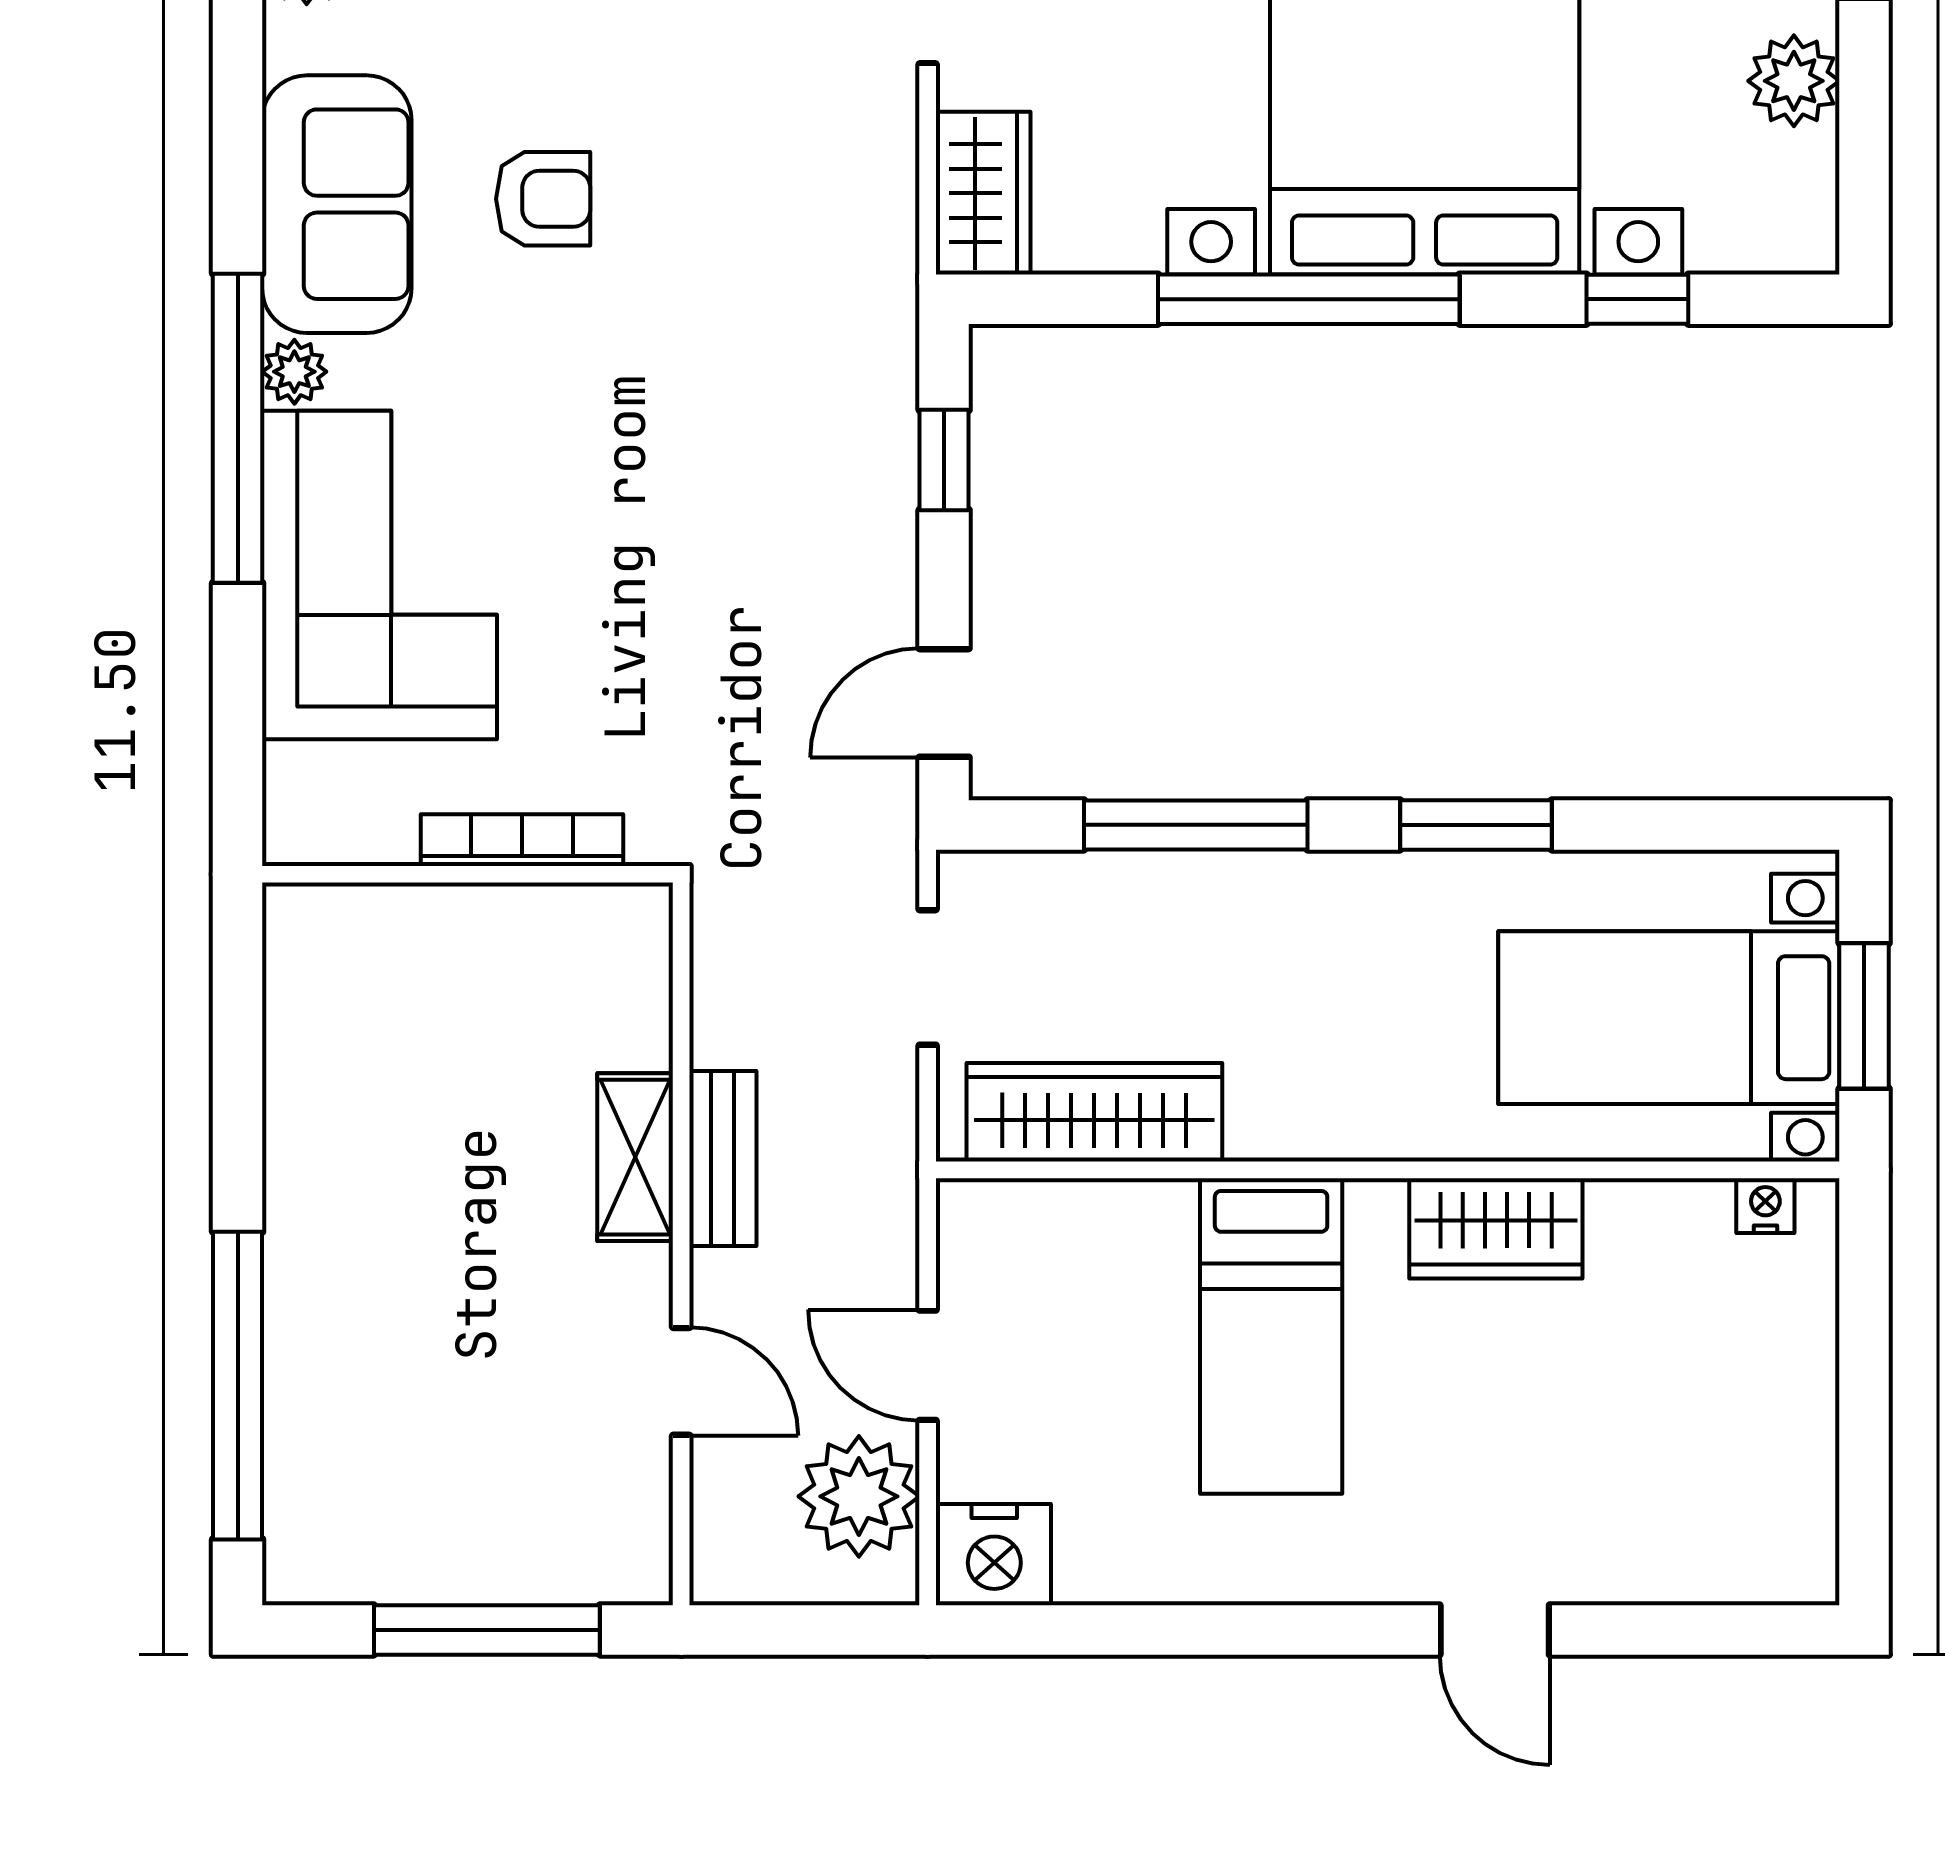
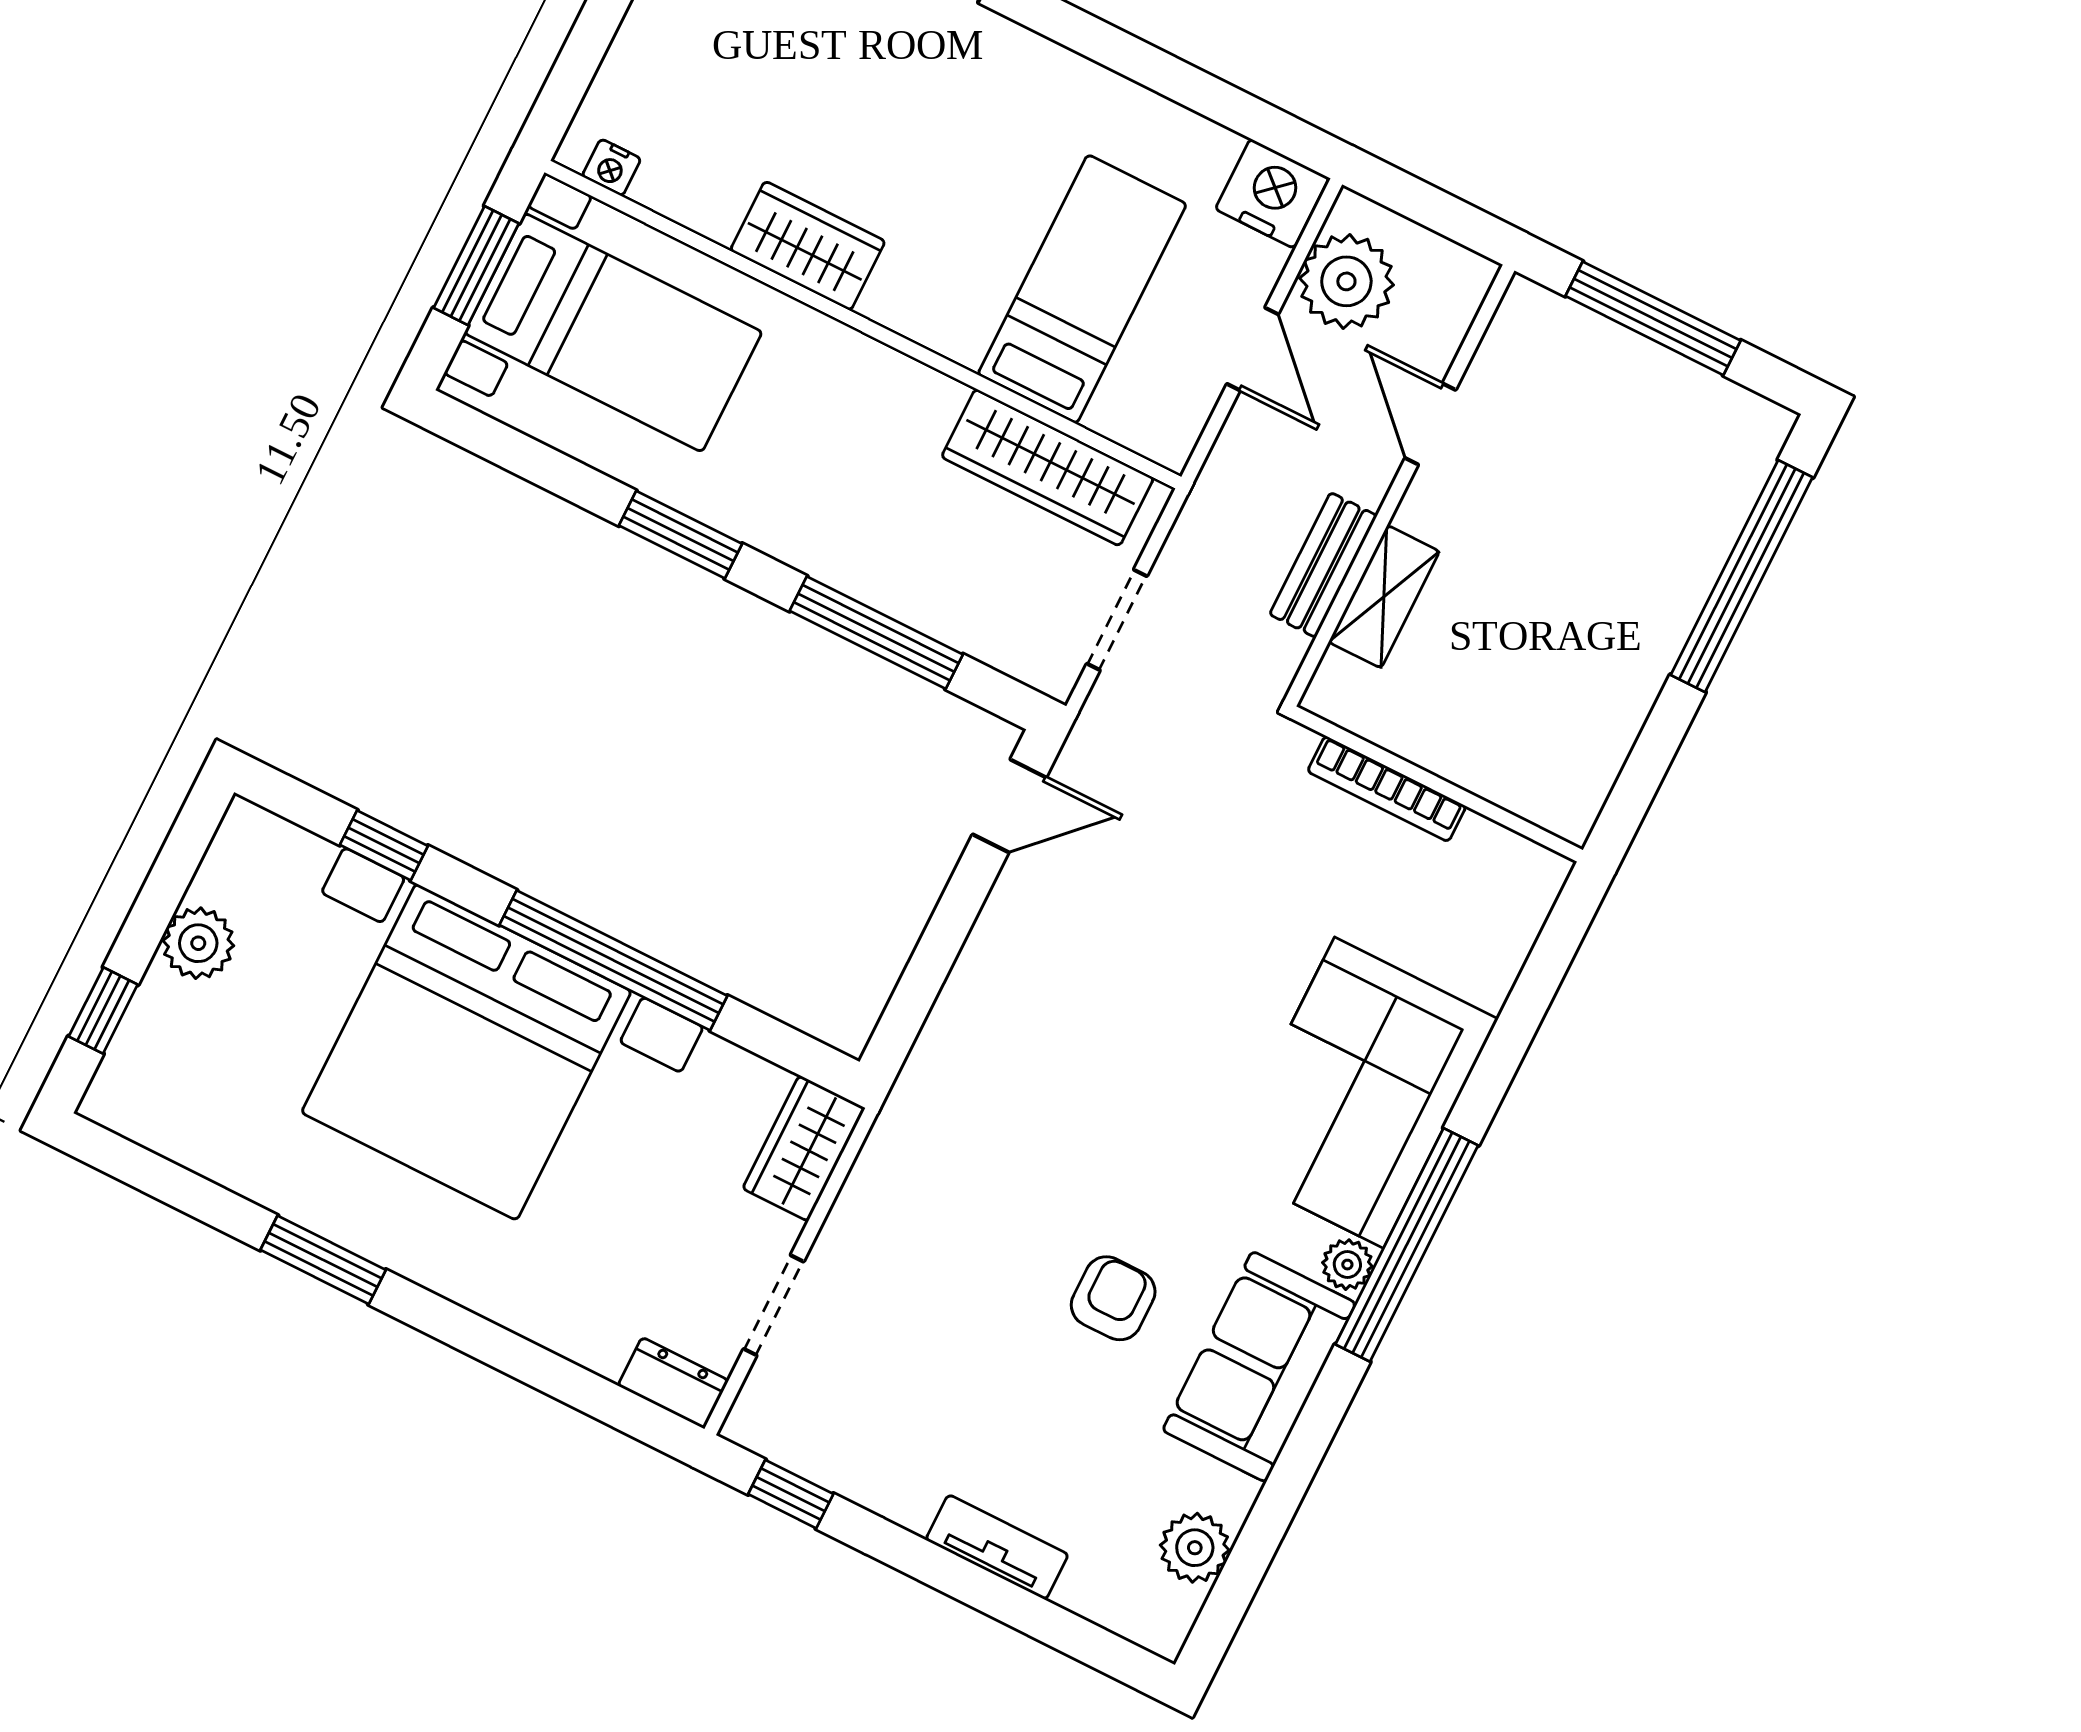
armchair: (543, 199) -> (1113, 1298), turned 90
window: (944, 460) -> (924, 976), removed
bookcase: (522, 840) -> (1387, 789), moved
wall: (468, 874) -> (1437, 784), moved
bed: (1271, 1336) -> (1082, 289), moved

